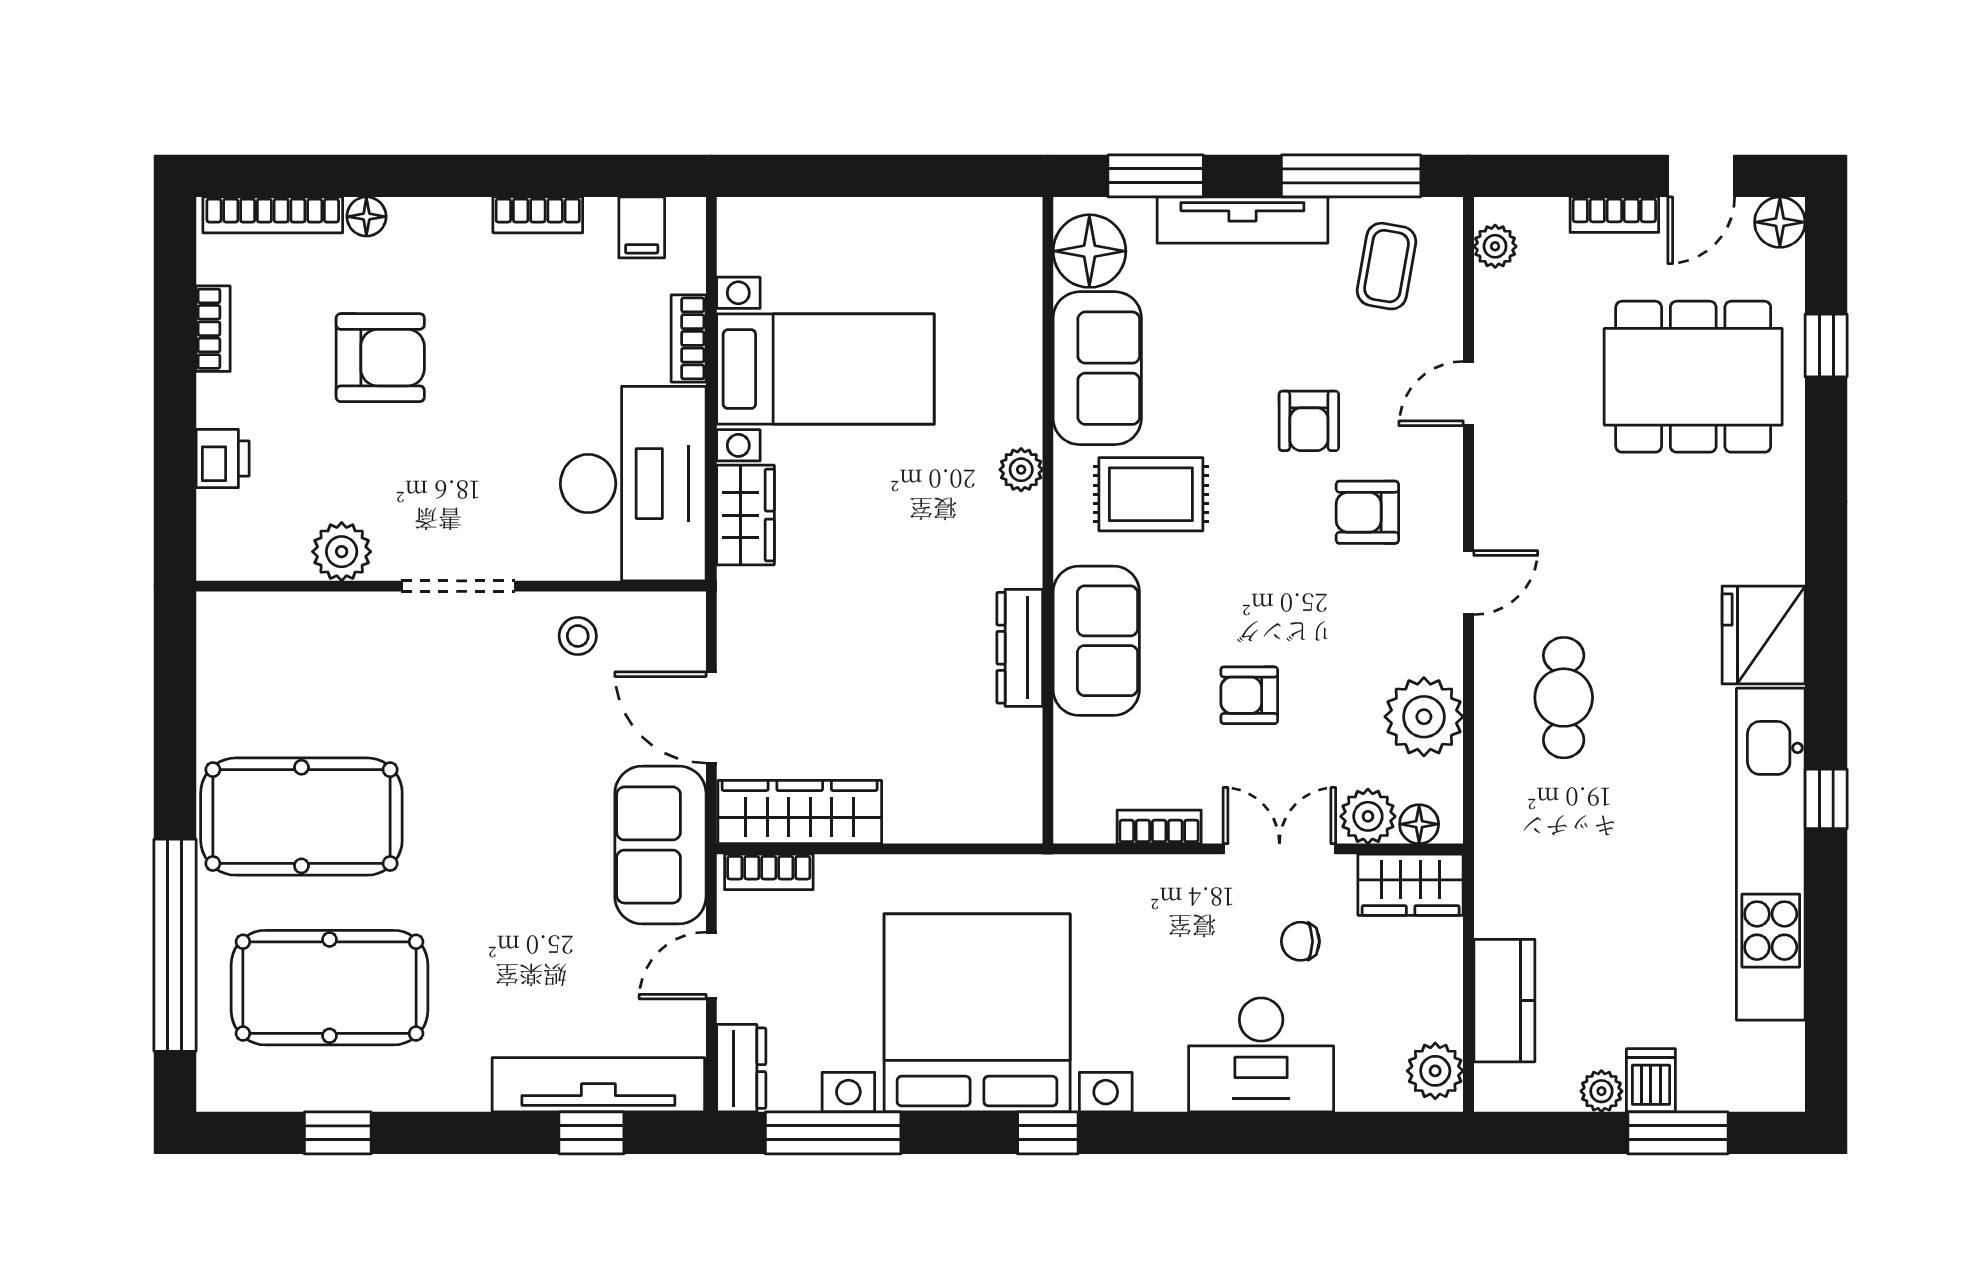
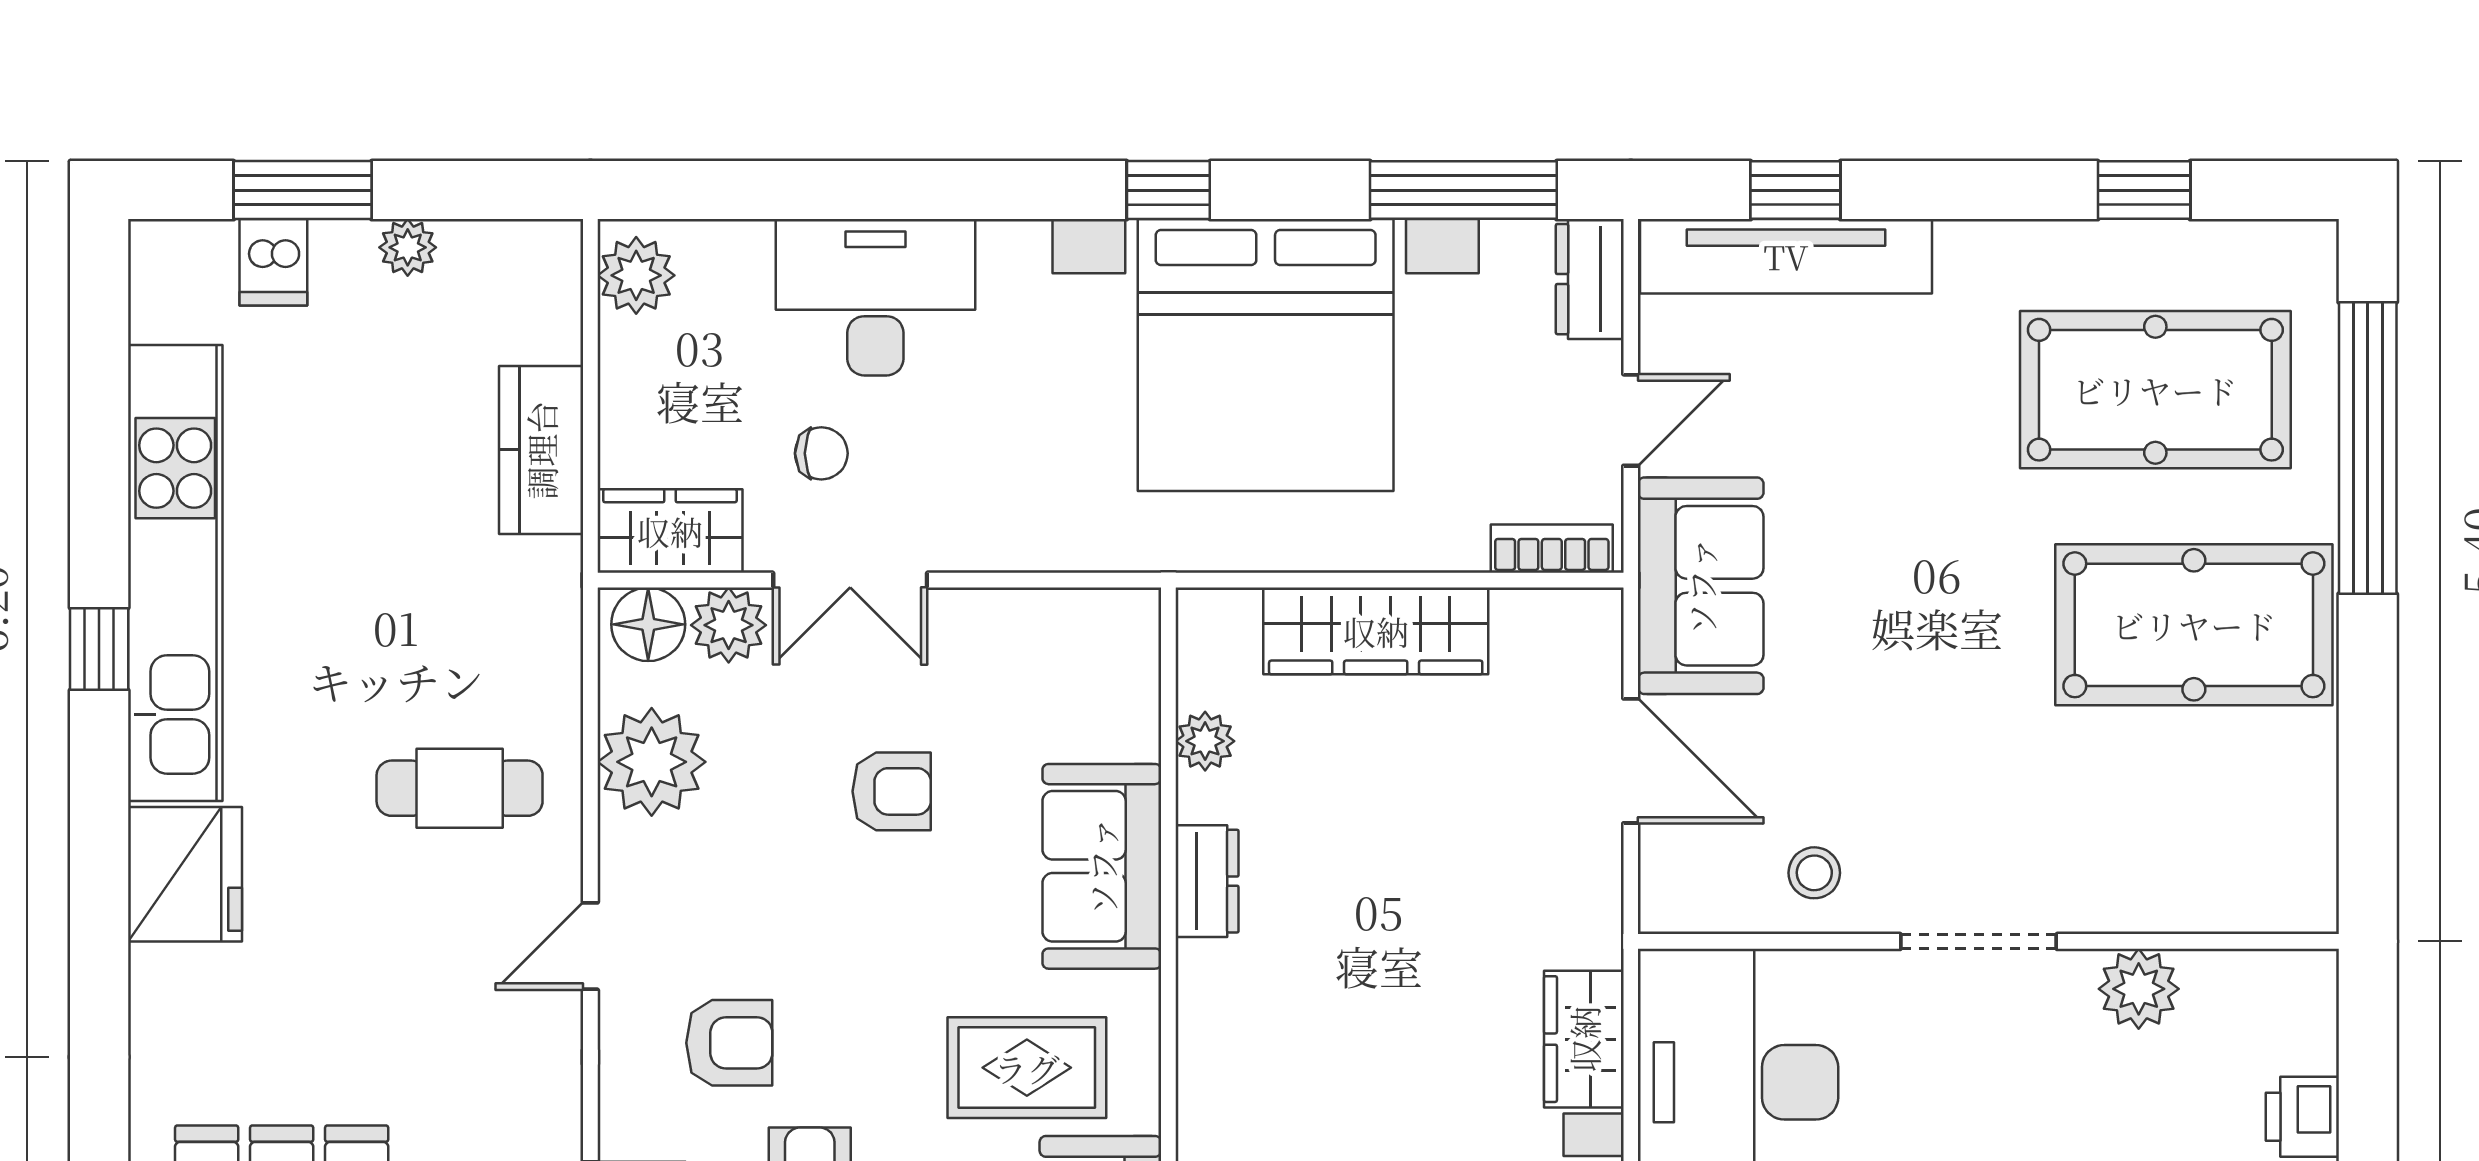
plant: (1021, 470) -> (1205, 741), moved
dresser: (1020, 648) -> (1207, 881), width x0.70
cafe table: (1564, 698) -> (460, 788), turned 90
wardrobe: (800, 812) -> (1376, 631), moved
floor lamp: (1419, 824) -> (648, 624), width x1.37, depth x1.37
bookcase: (1159, 827) -> (1016, 611), removed
kitchen counter: (1504, 1001) -> (541, 450), moved
dishwasher: (1651, 1080) -> (273, 262), moved

